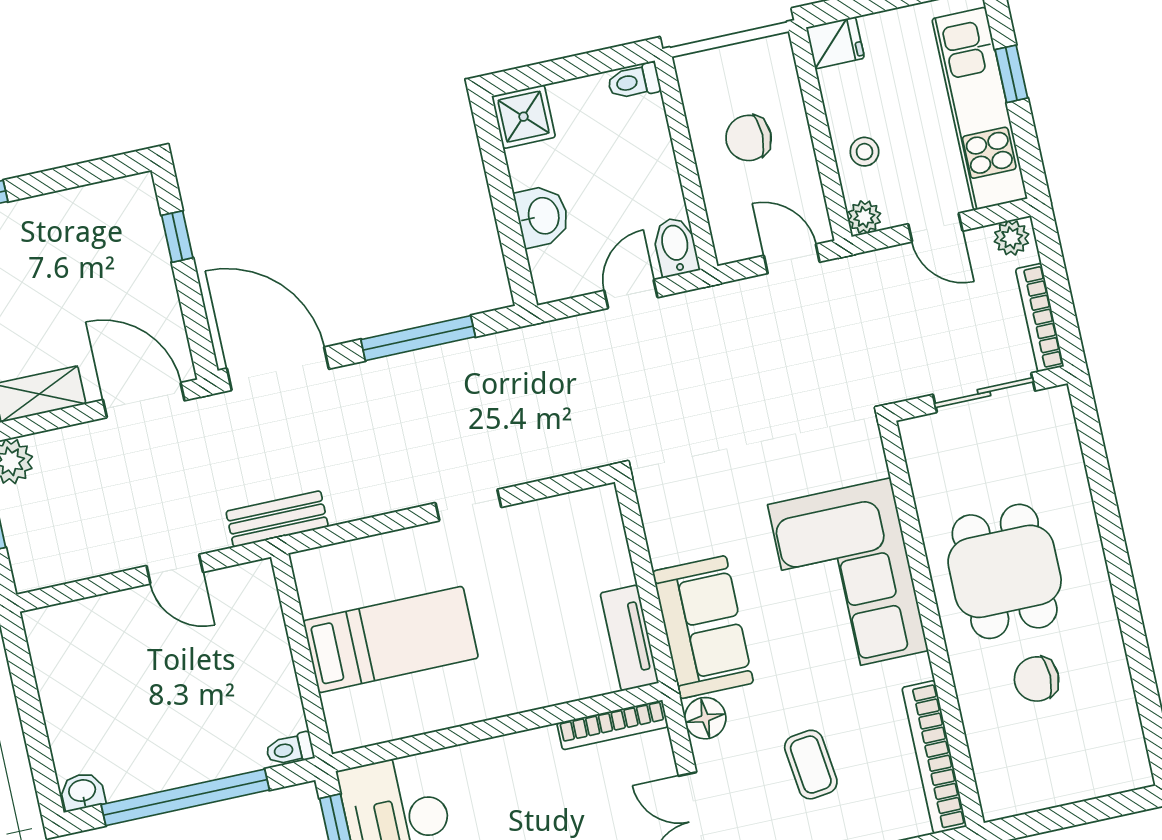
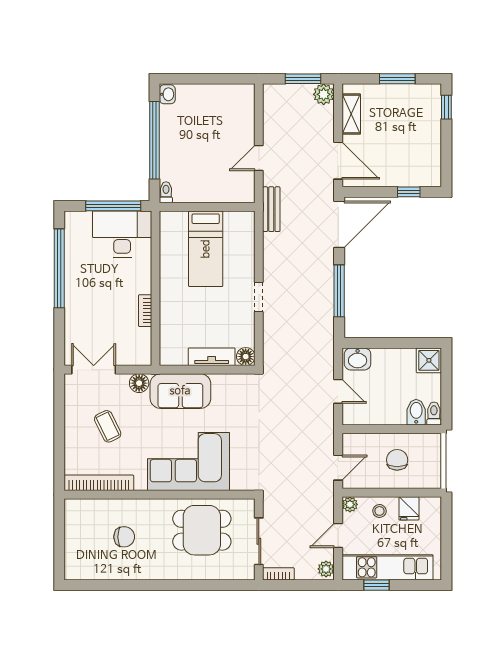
fridge: (835, 43) -> (409, 508), moved
window: (1011, 74) -> (377, 585), moved
washbasin: (542, 216) -> (358, 359), moved
bidet: (676, 247) -> (416, 412), moved, turned -90
bookcase: (1040, 318) -> (278, 574), width x0.64
door: (144, 400) -> (338, 161), hinge flipped
floor lamp: (600, 505) -> (246, 357), added
dining table: (1005, 571) -> (202, 530), moved
tv unit: (629, 638) -> (212, 357), moved
chair: (1037, 679) -> (124, 537), turned 90
bookcase: (613, 725) -> (145, 311), moved, width x0.64
coffee table: (811, 765) -> (108, 426), turned 71

